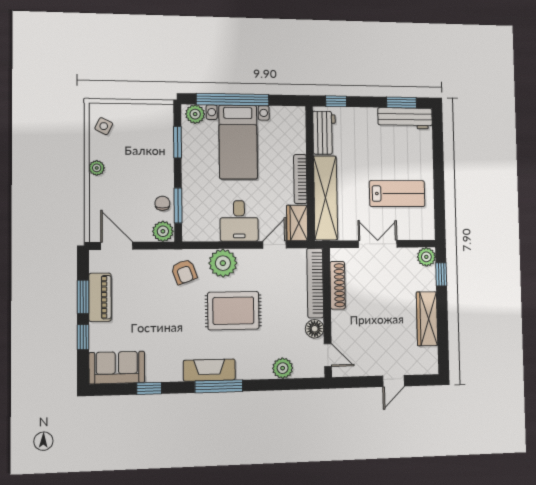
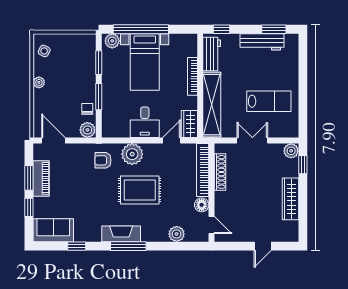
workbench: (405, 118) -> (262, 42), moved
bookcase: (300, 179) -> (192, 76), moved
window: (178, 205) -> (99, 97), moved
armchair: (184, 272) -> (103, 160), turned 110

